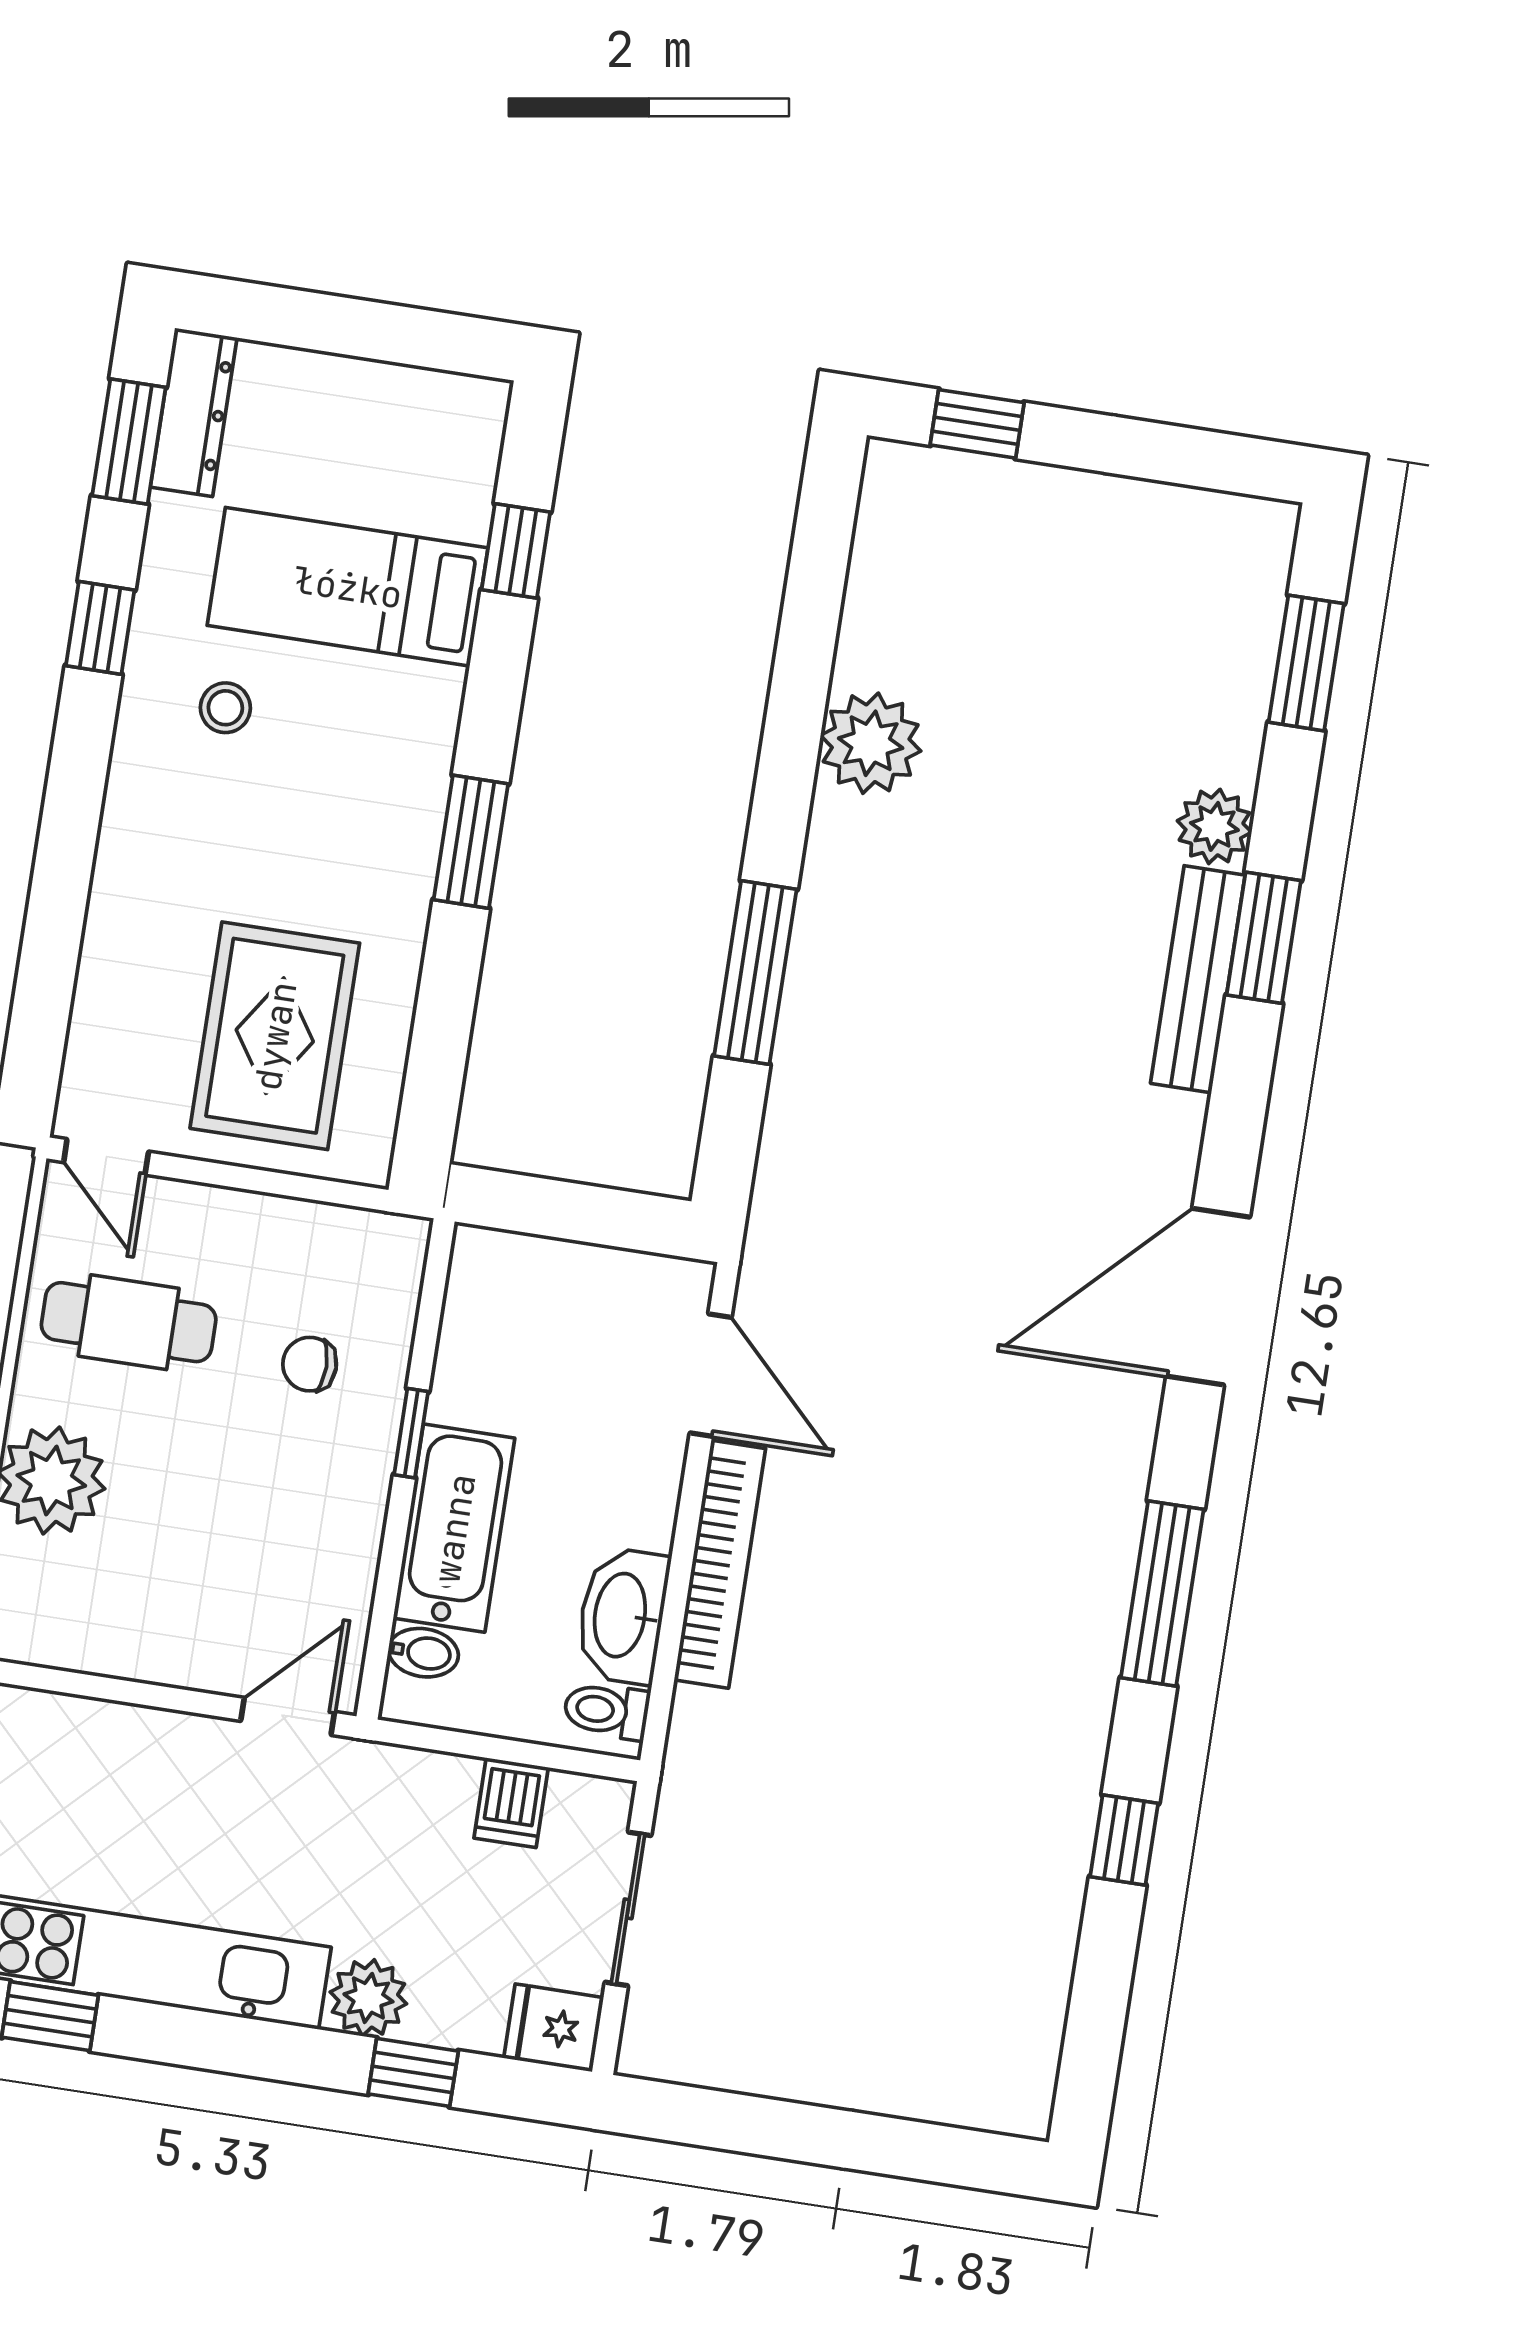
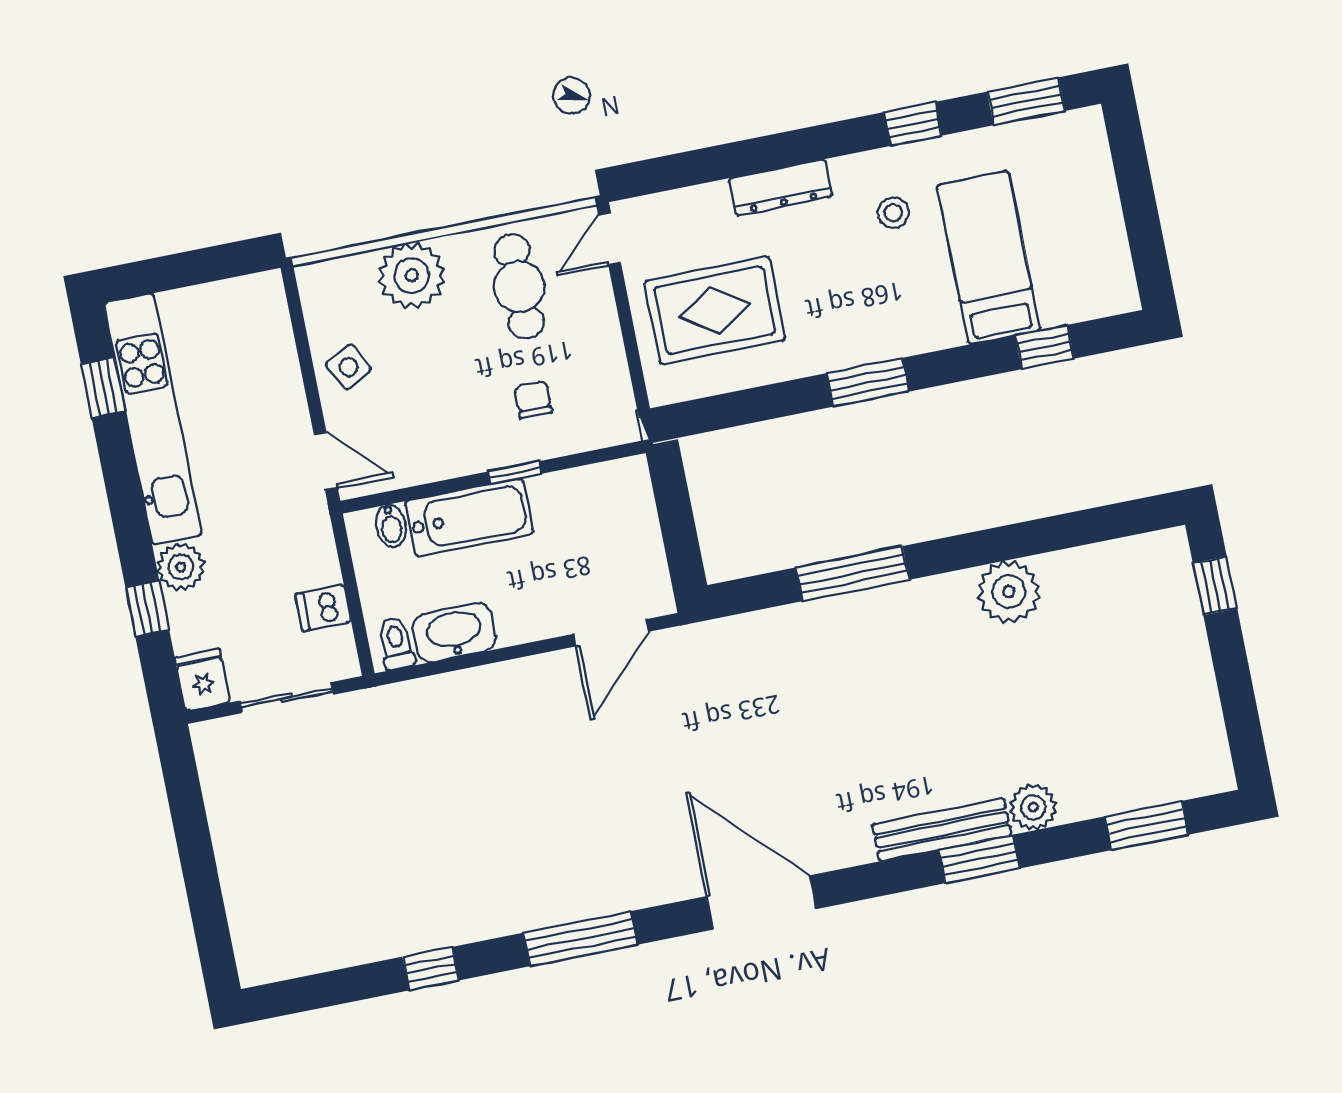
dresser: (194, 412) -> (781, 187), moved
bookcase: (720, 1564) -> (504, 678), removed
side table: (156, 1629) -> (349, 367), added

